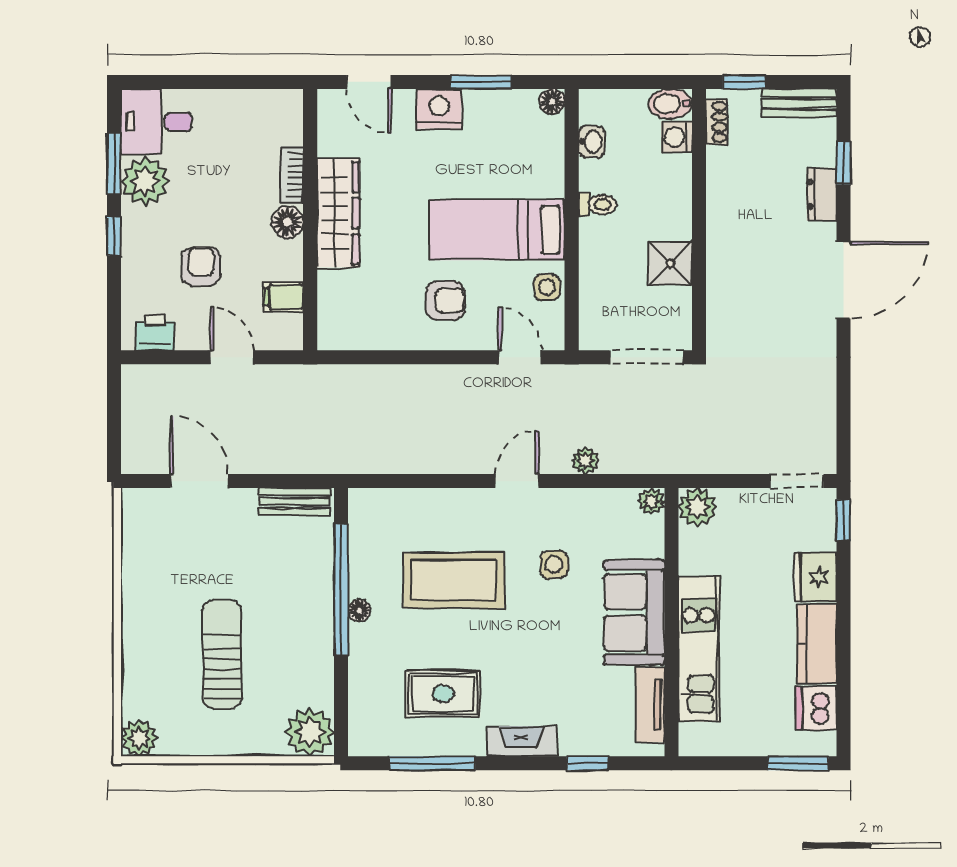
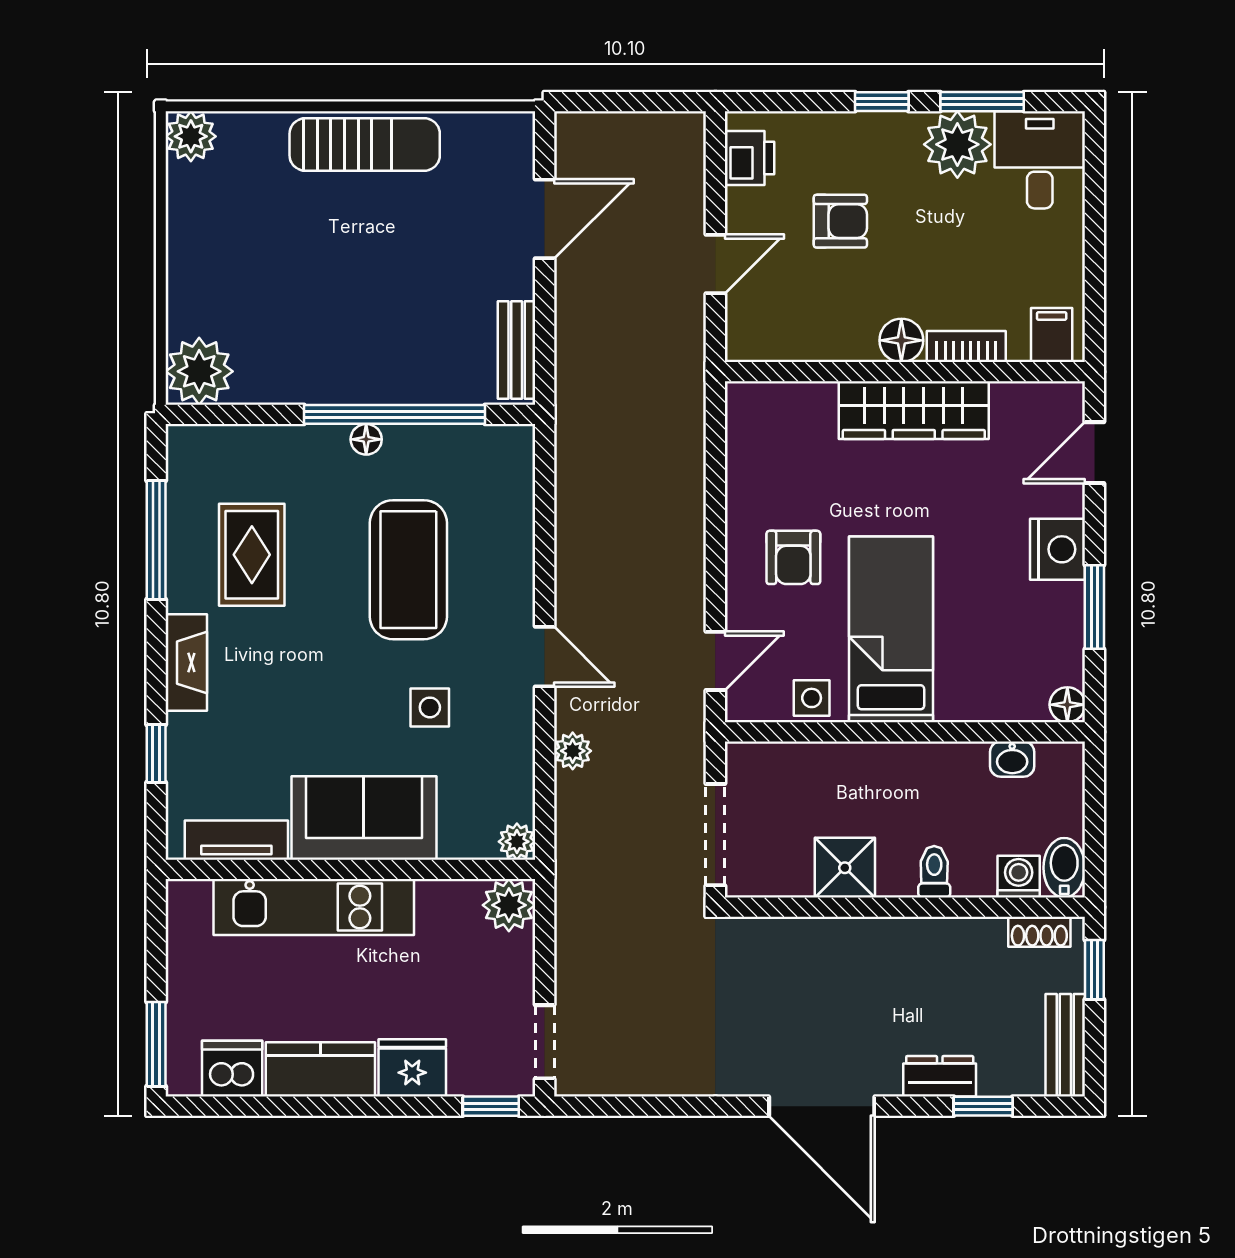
toilet: (597, 204) -> (934, 872), moved, turned 180
filing cabinet: (283, 297) -> (1052, 335), moved
sun lounger: (222, 654) -> (365, 145), moved

